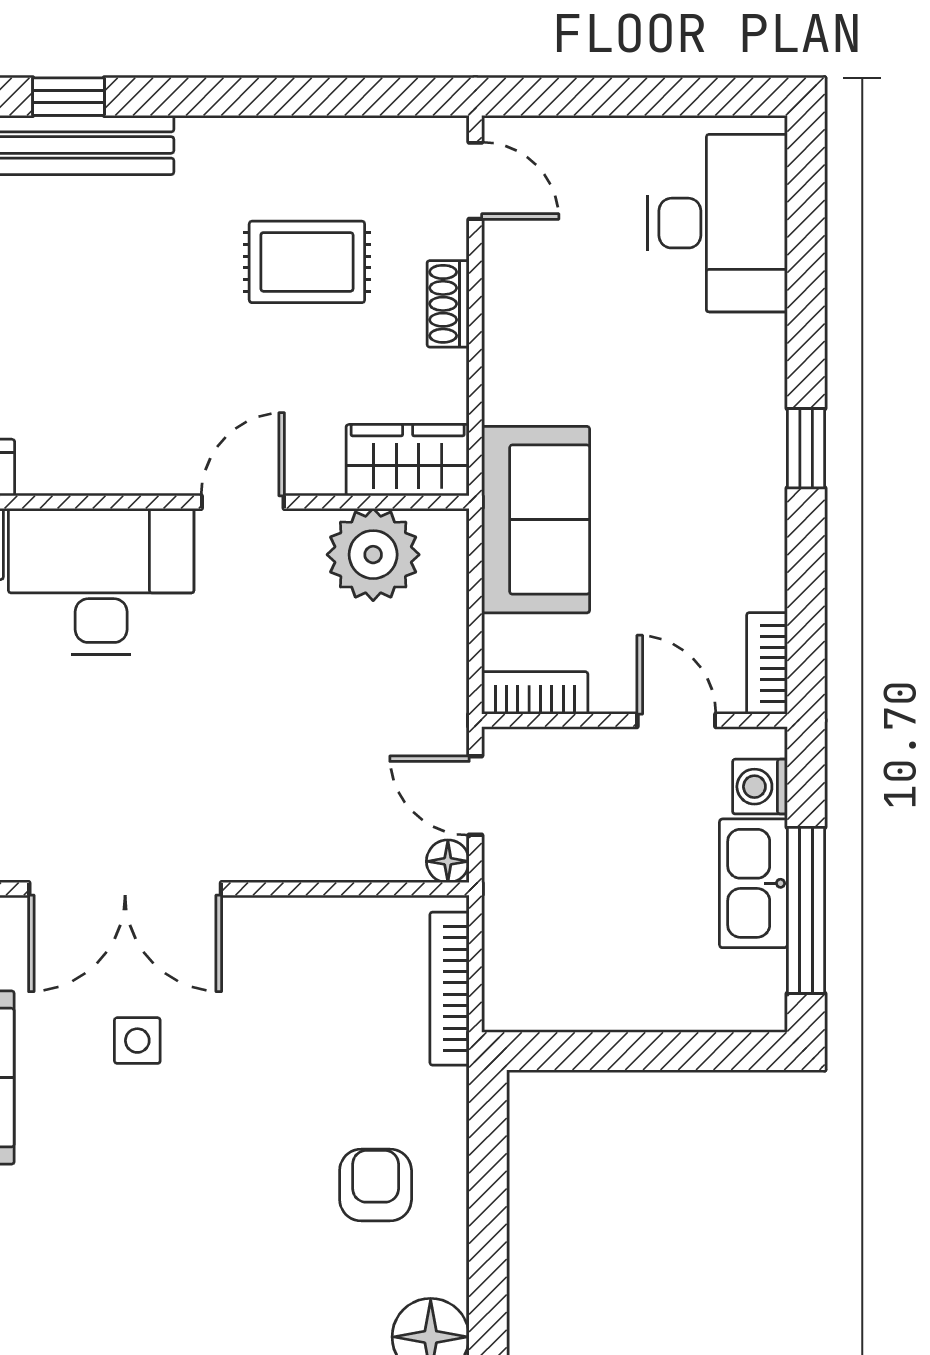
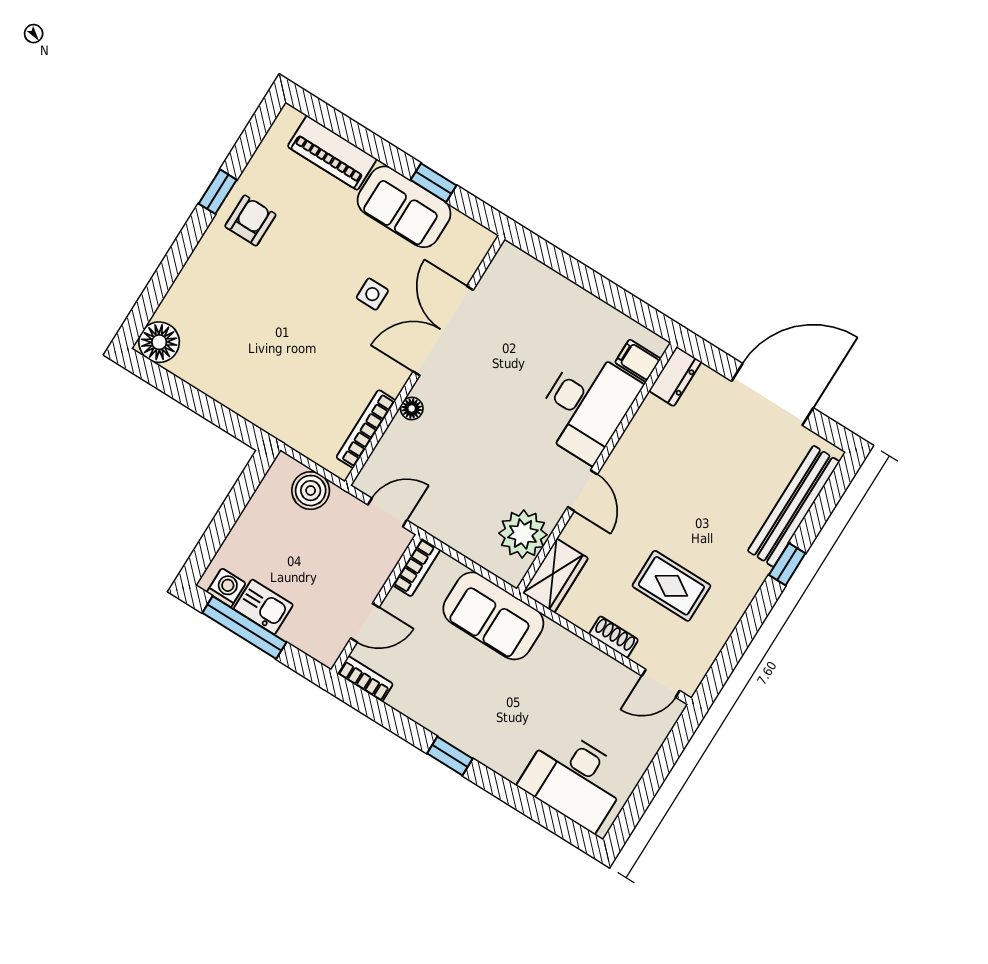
window: (68, 97) -> (787, 564), moved
rug: (307, 262) -> (671, 586), turned 90
washing machine: (760, 787) -> (226, 588), moved
floor lamp: (448, 861) -> (412, 408), moved
kitchen sink: (753, 883) -> (263, 607), width x0.73
boiler: (517, 942) -> (311, 491), added
bookcase: (450, 989) -> (366, 429), moved, turned -90
armchair: (376, 1185) -> (250, 220), moved, turned -90

